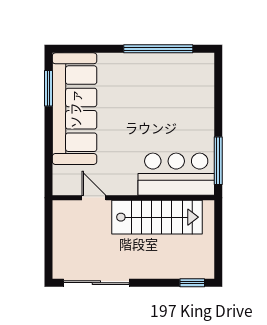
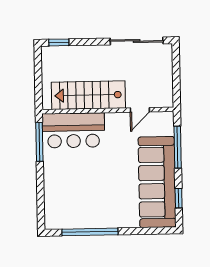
window: (48, 88) -> (179, 198), width x0.67
window: (48, 151) -> (178, 147), added
door: (94, 198) -> (140, 110), hinge flipped

